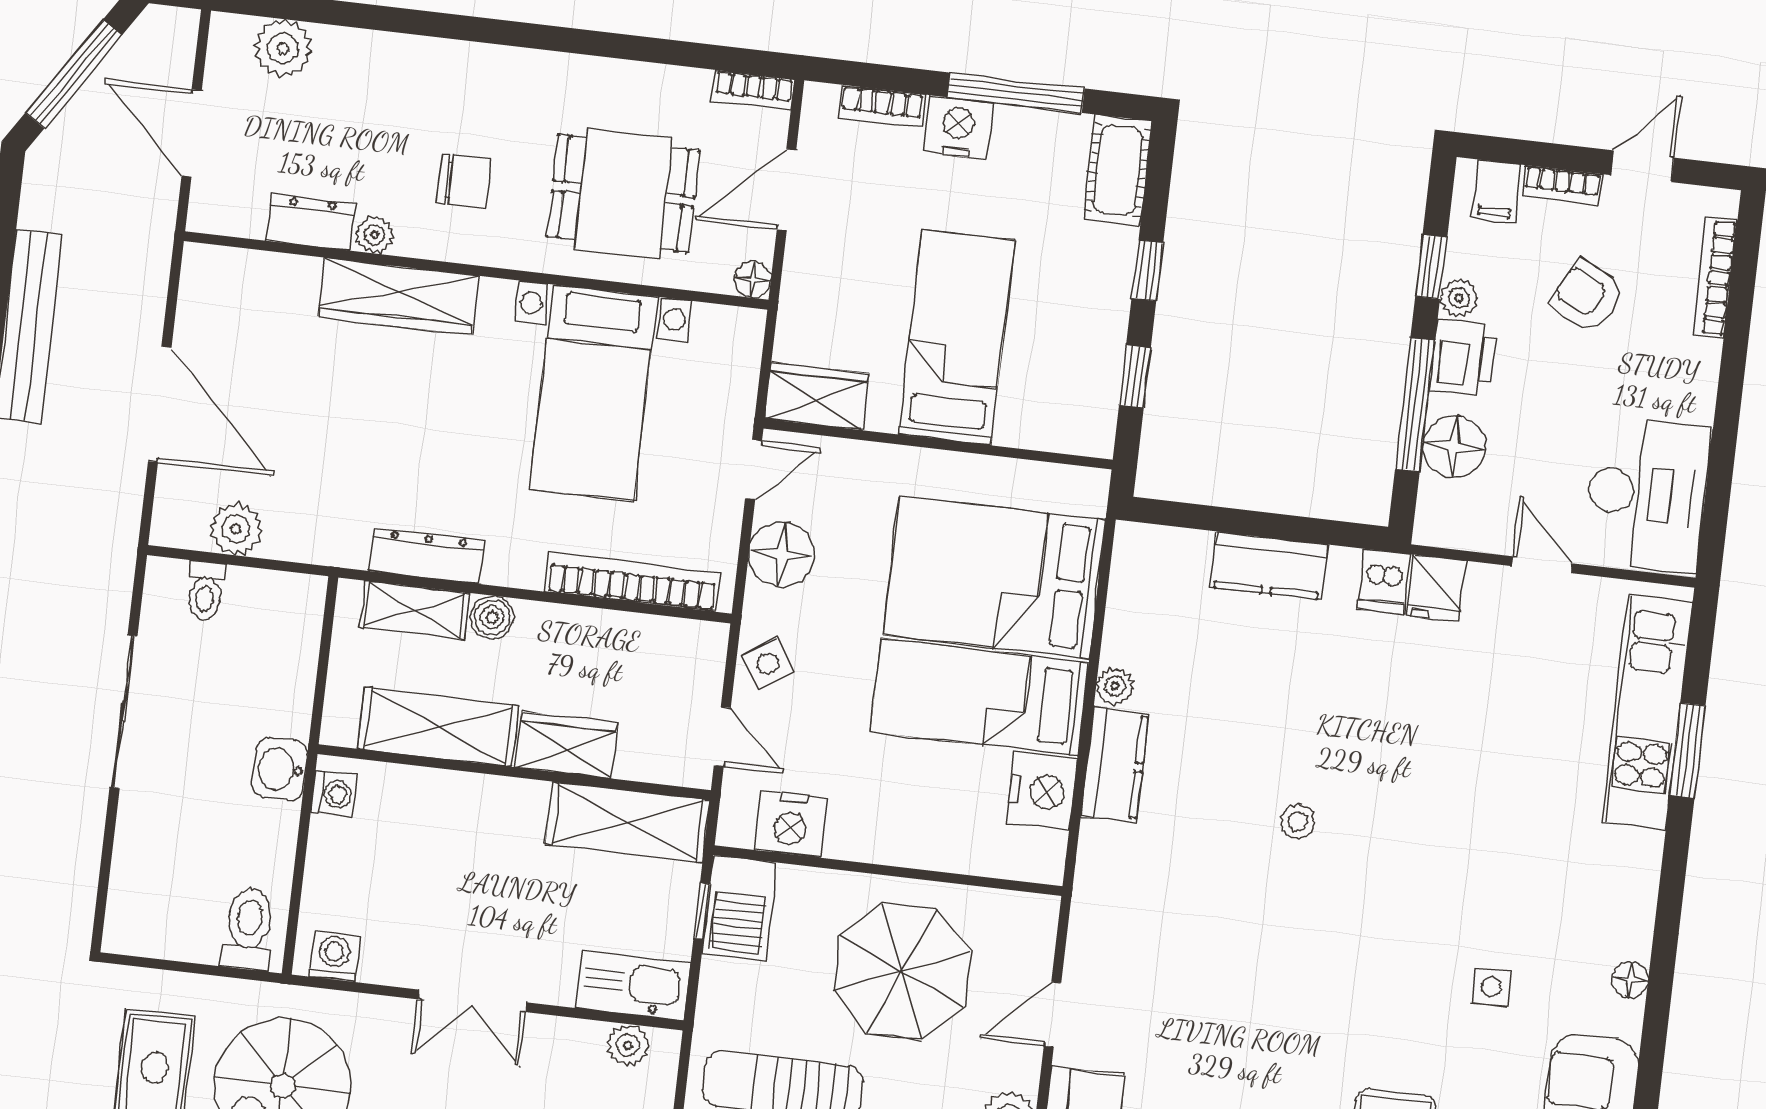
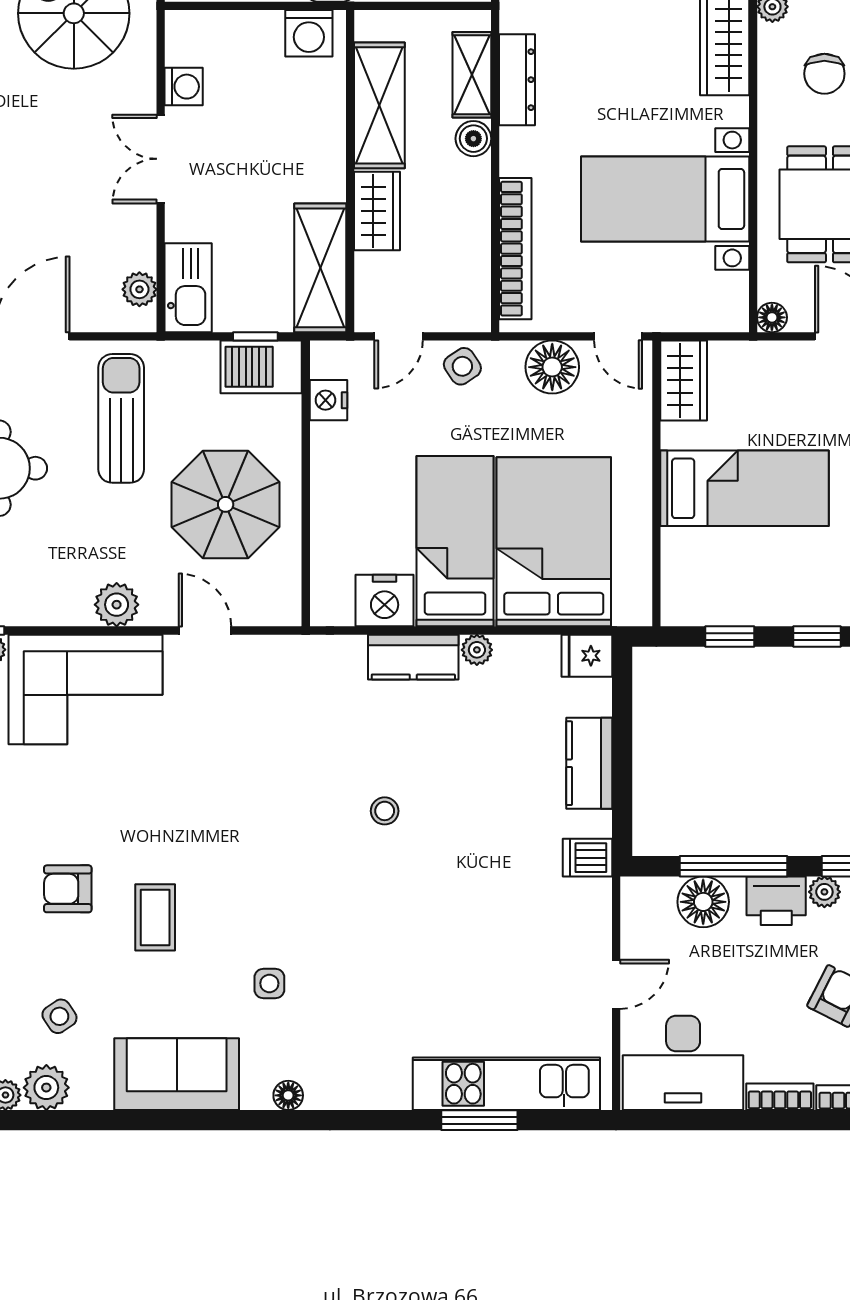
bookcase: (1702, 381) -> (780, 1097), added
fridge: (1436, 588) -> (587, 656), moved
washing machine: (334, 794) -> (309, 33), width x1.38, depth x1.38
nightstand: (791, 824) -> (328, 400), width x0.74, depth x0.75
washing machine: (334, 956) -> (184, 87), moved

